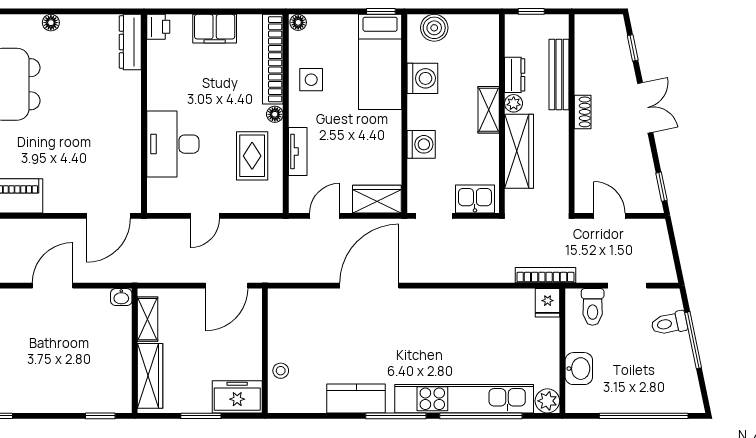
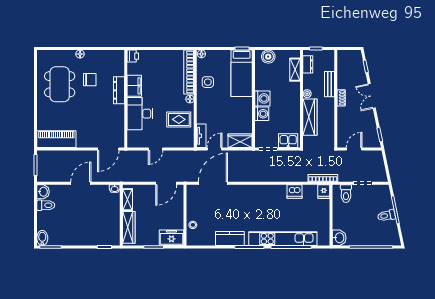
filing cabinet: (215, 29) -> (134, 86), moved, turned -90
dresser: (130, 42) -> (119, 90), moved
bench: (559, 74) -> (329, 84), width x0.73
chair: (71, 75) -> (90, 80), added
dresser: (515, 75) -> (308, 64), moved
washing machine: (422, 78) -> (262, 98), moved
double door: (645, 108) -> (372, 96), swing flipped
shelving: (489, 110) -> (295, 70), moved
tv unit: (298, 151) -> (201, 136), moved
rug: (252, 156) -> (179, 119), turned 90
door: (609, 216) -> (354, 149), hinge flipped
door: (369, 286) -> (213, 183), moved
dishwasher: (488, 303) -> (295, 191), added
toilet: (669, 323) -> (386, 216), moved
washbasin: (579, 369) -> (339, 238), moved
plant: (547, 401) -> (324, 240), removed

